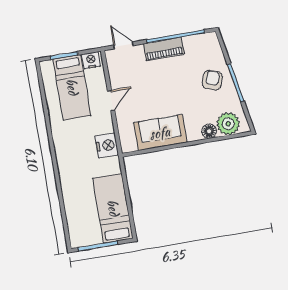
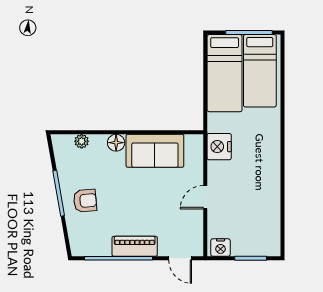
armchair: (212, 80) -> (85, 201), turned -115
bed: (72, 87) -> (260, 71), moved, turned 180
plant: (228, 124) -> (82, 141), width x0.53, depth x0.53
floor lamp: (209, 131) -> (116, 143), moved

